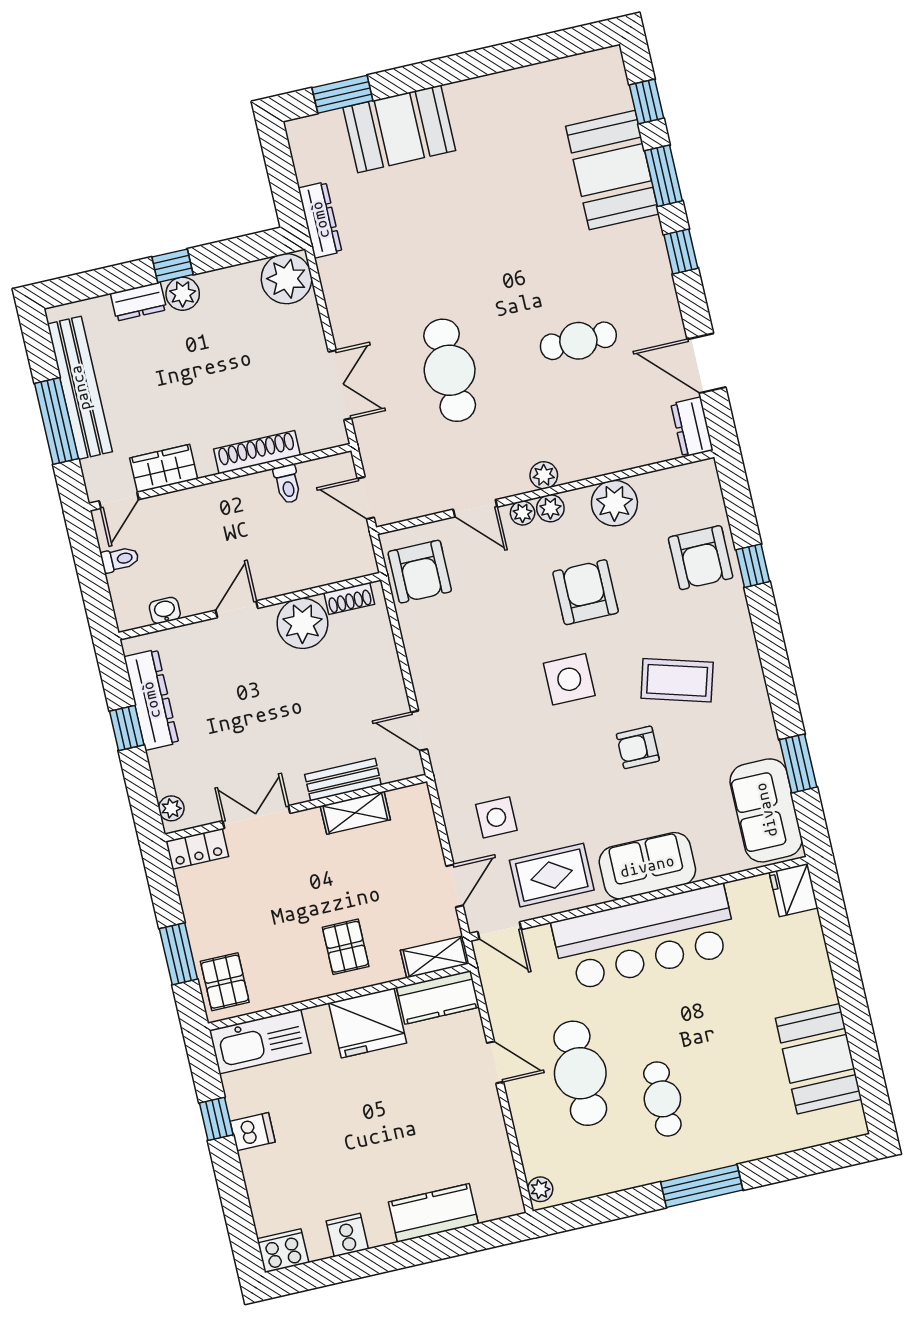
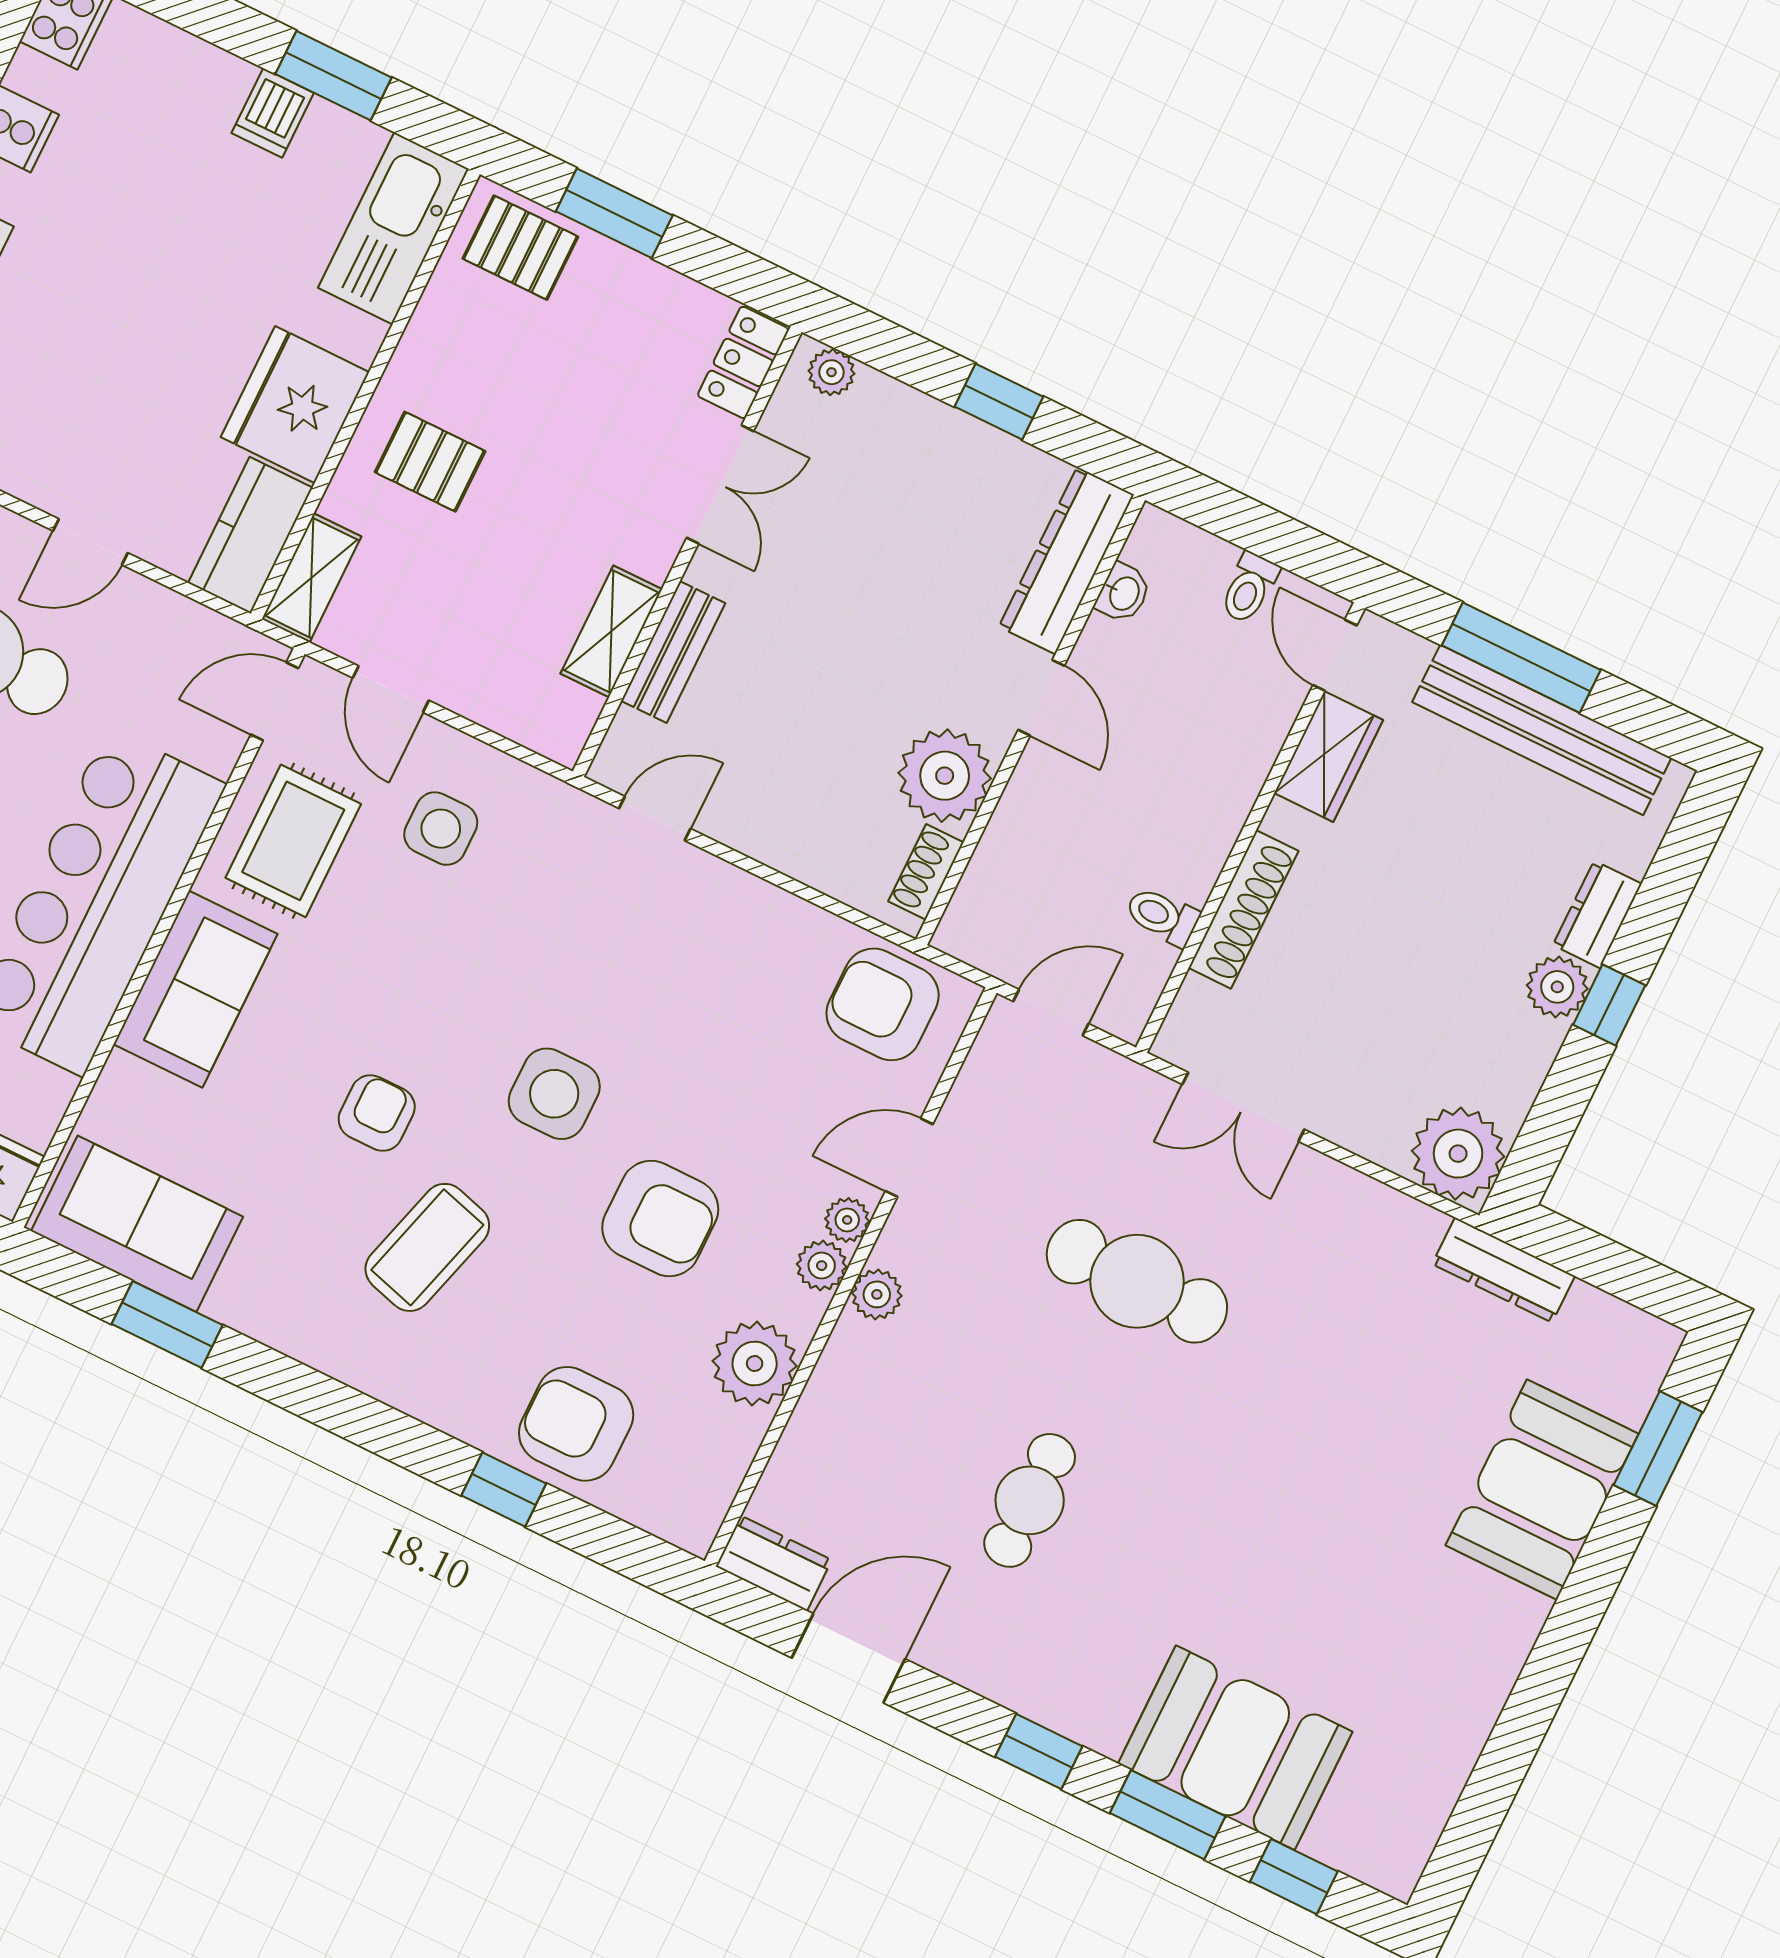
dresser: (151, 700) -> (1066, 561), moved, turned 90
window: (216, 1119) -> (333, 76), width x1.50

